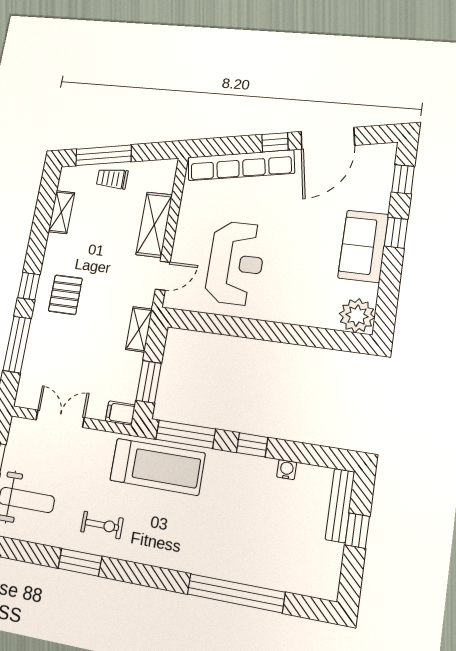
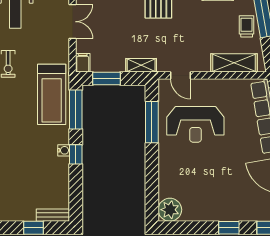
shelving: (154, 225) -> (234, 63), moved
sofa: (363, 246) -> (217, 208), removed
window: (222, 325) -> (152, 122), added
water cooler: (287, 470) -> (64, 150), moved
bench: (340, 506) -> (53, 215), width x0.73

